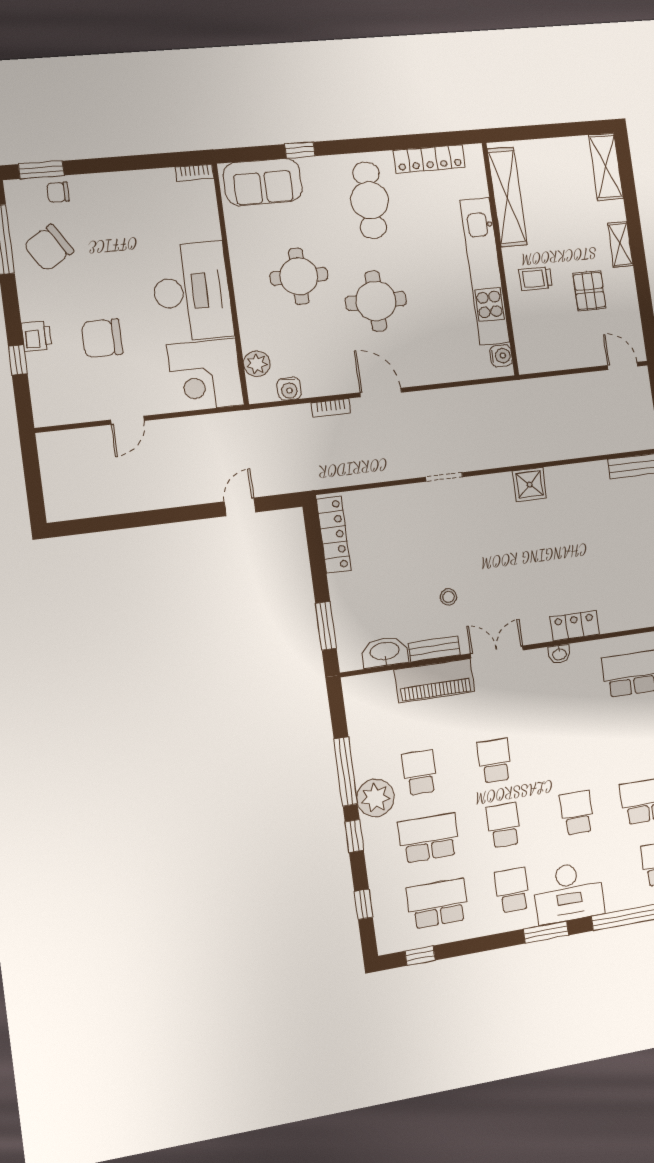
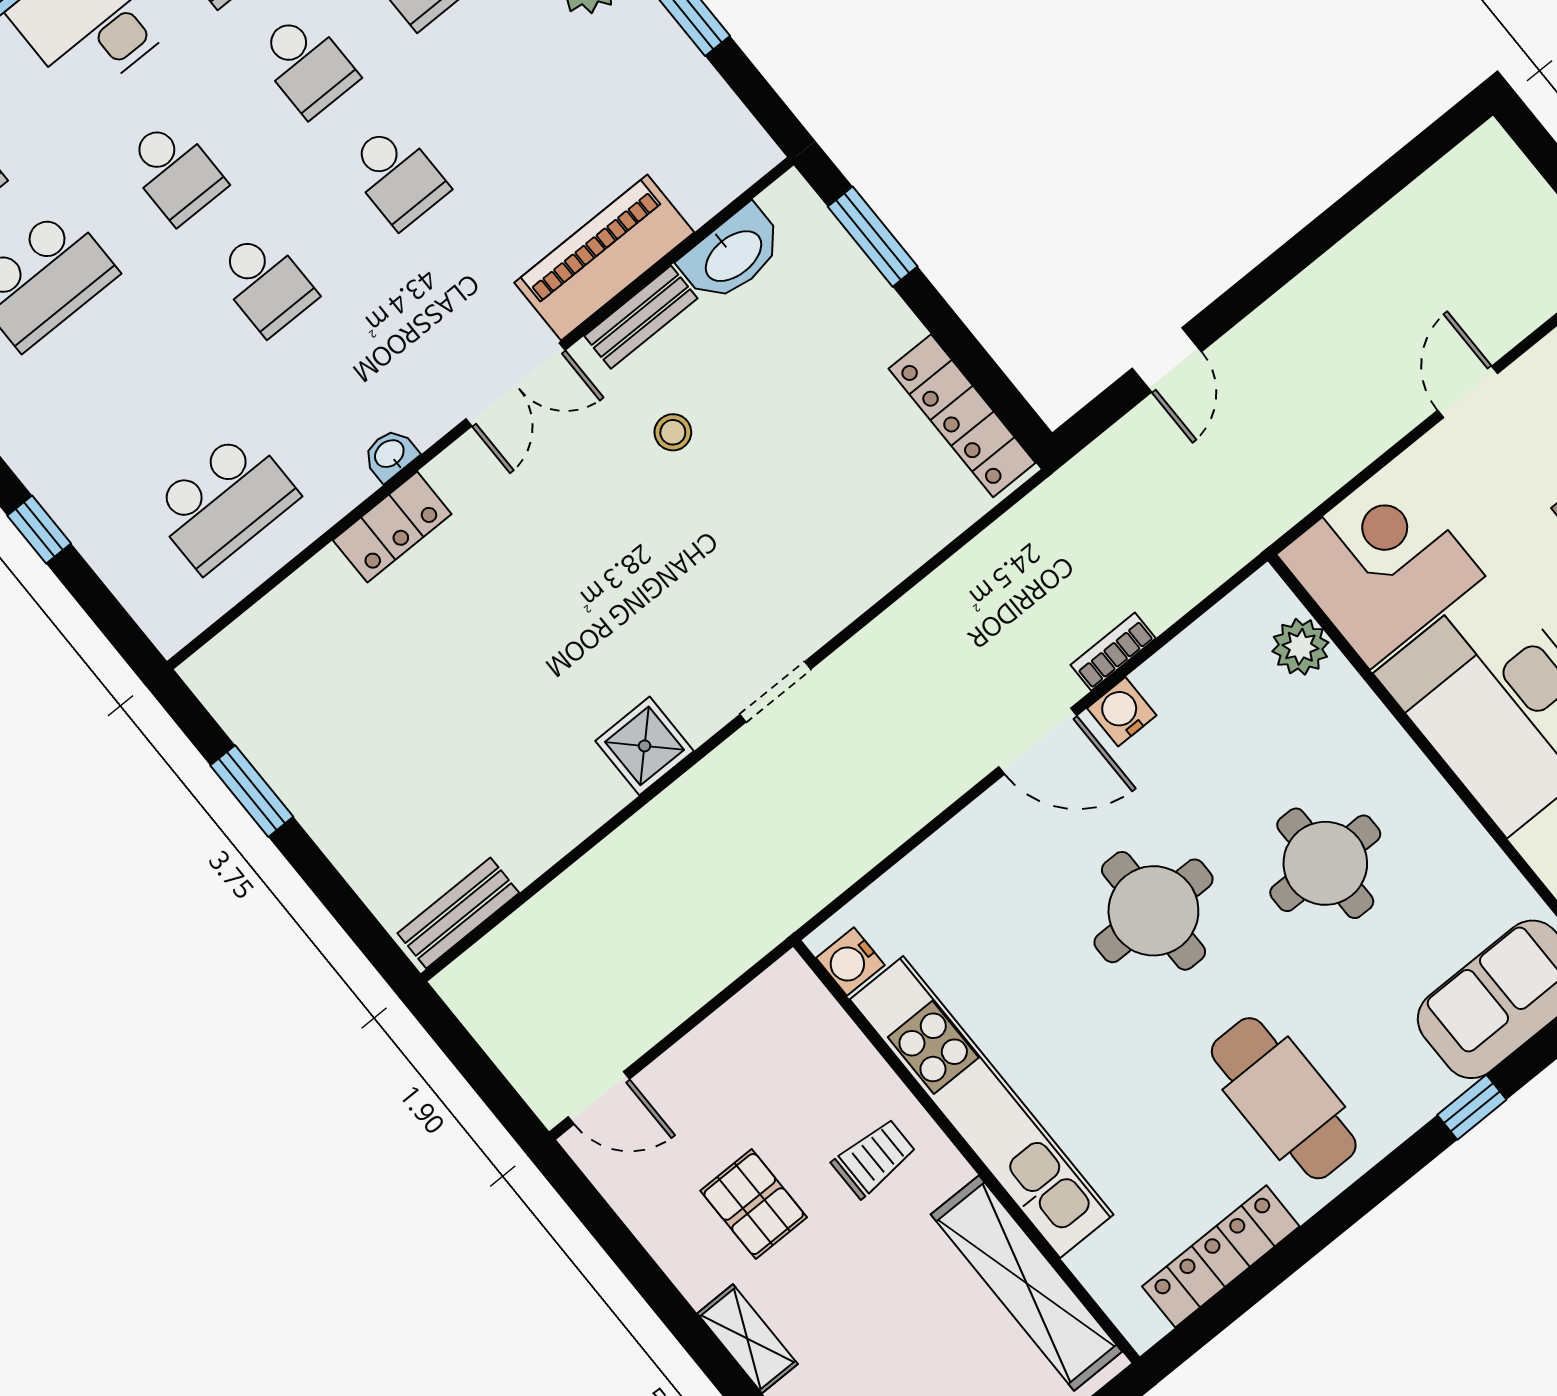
water cooler: (289, 389) -> (1122, 712), moved
doorway: (444, 477) -> (775, 692), moved
school desk: (420, 773) -> (265, 283), moved

